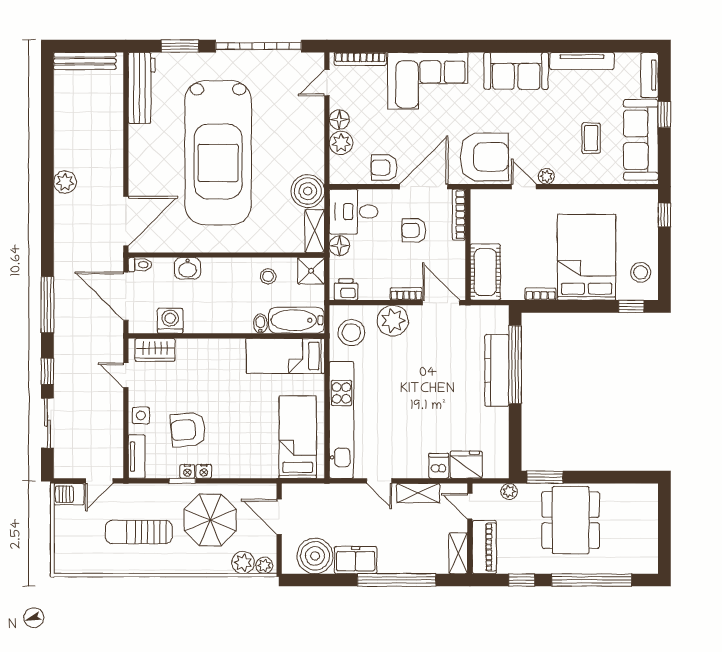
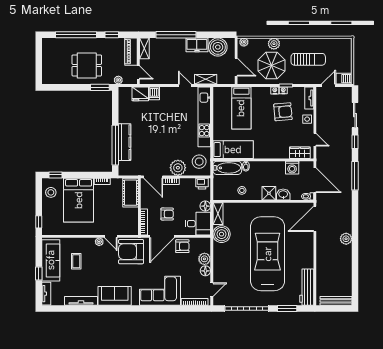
shower: (311, 271) -> (269, 193), moved
bed: (298, 437) -> (241, 108), moved
shelving: (418, 493) -> (206, 79), moved
dining table: (571, 520) -> (87, 65), width x0.73
plant: (243, 563) -> (274, 44), moved

